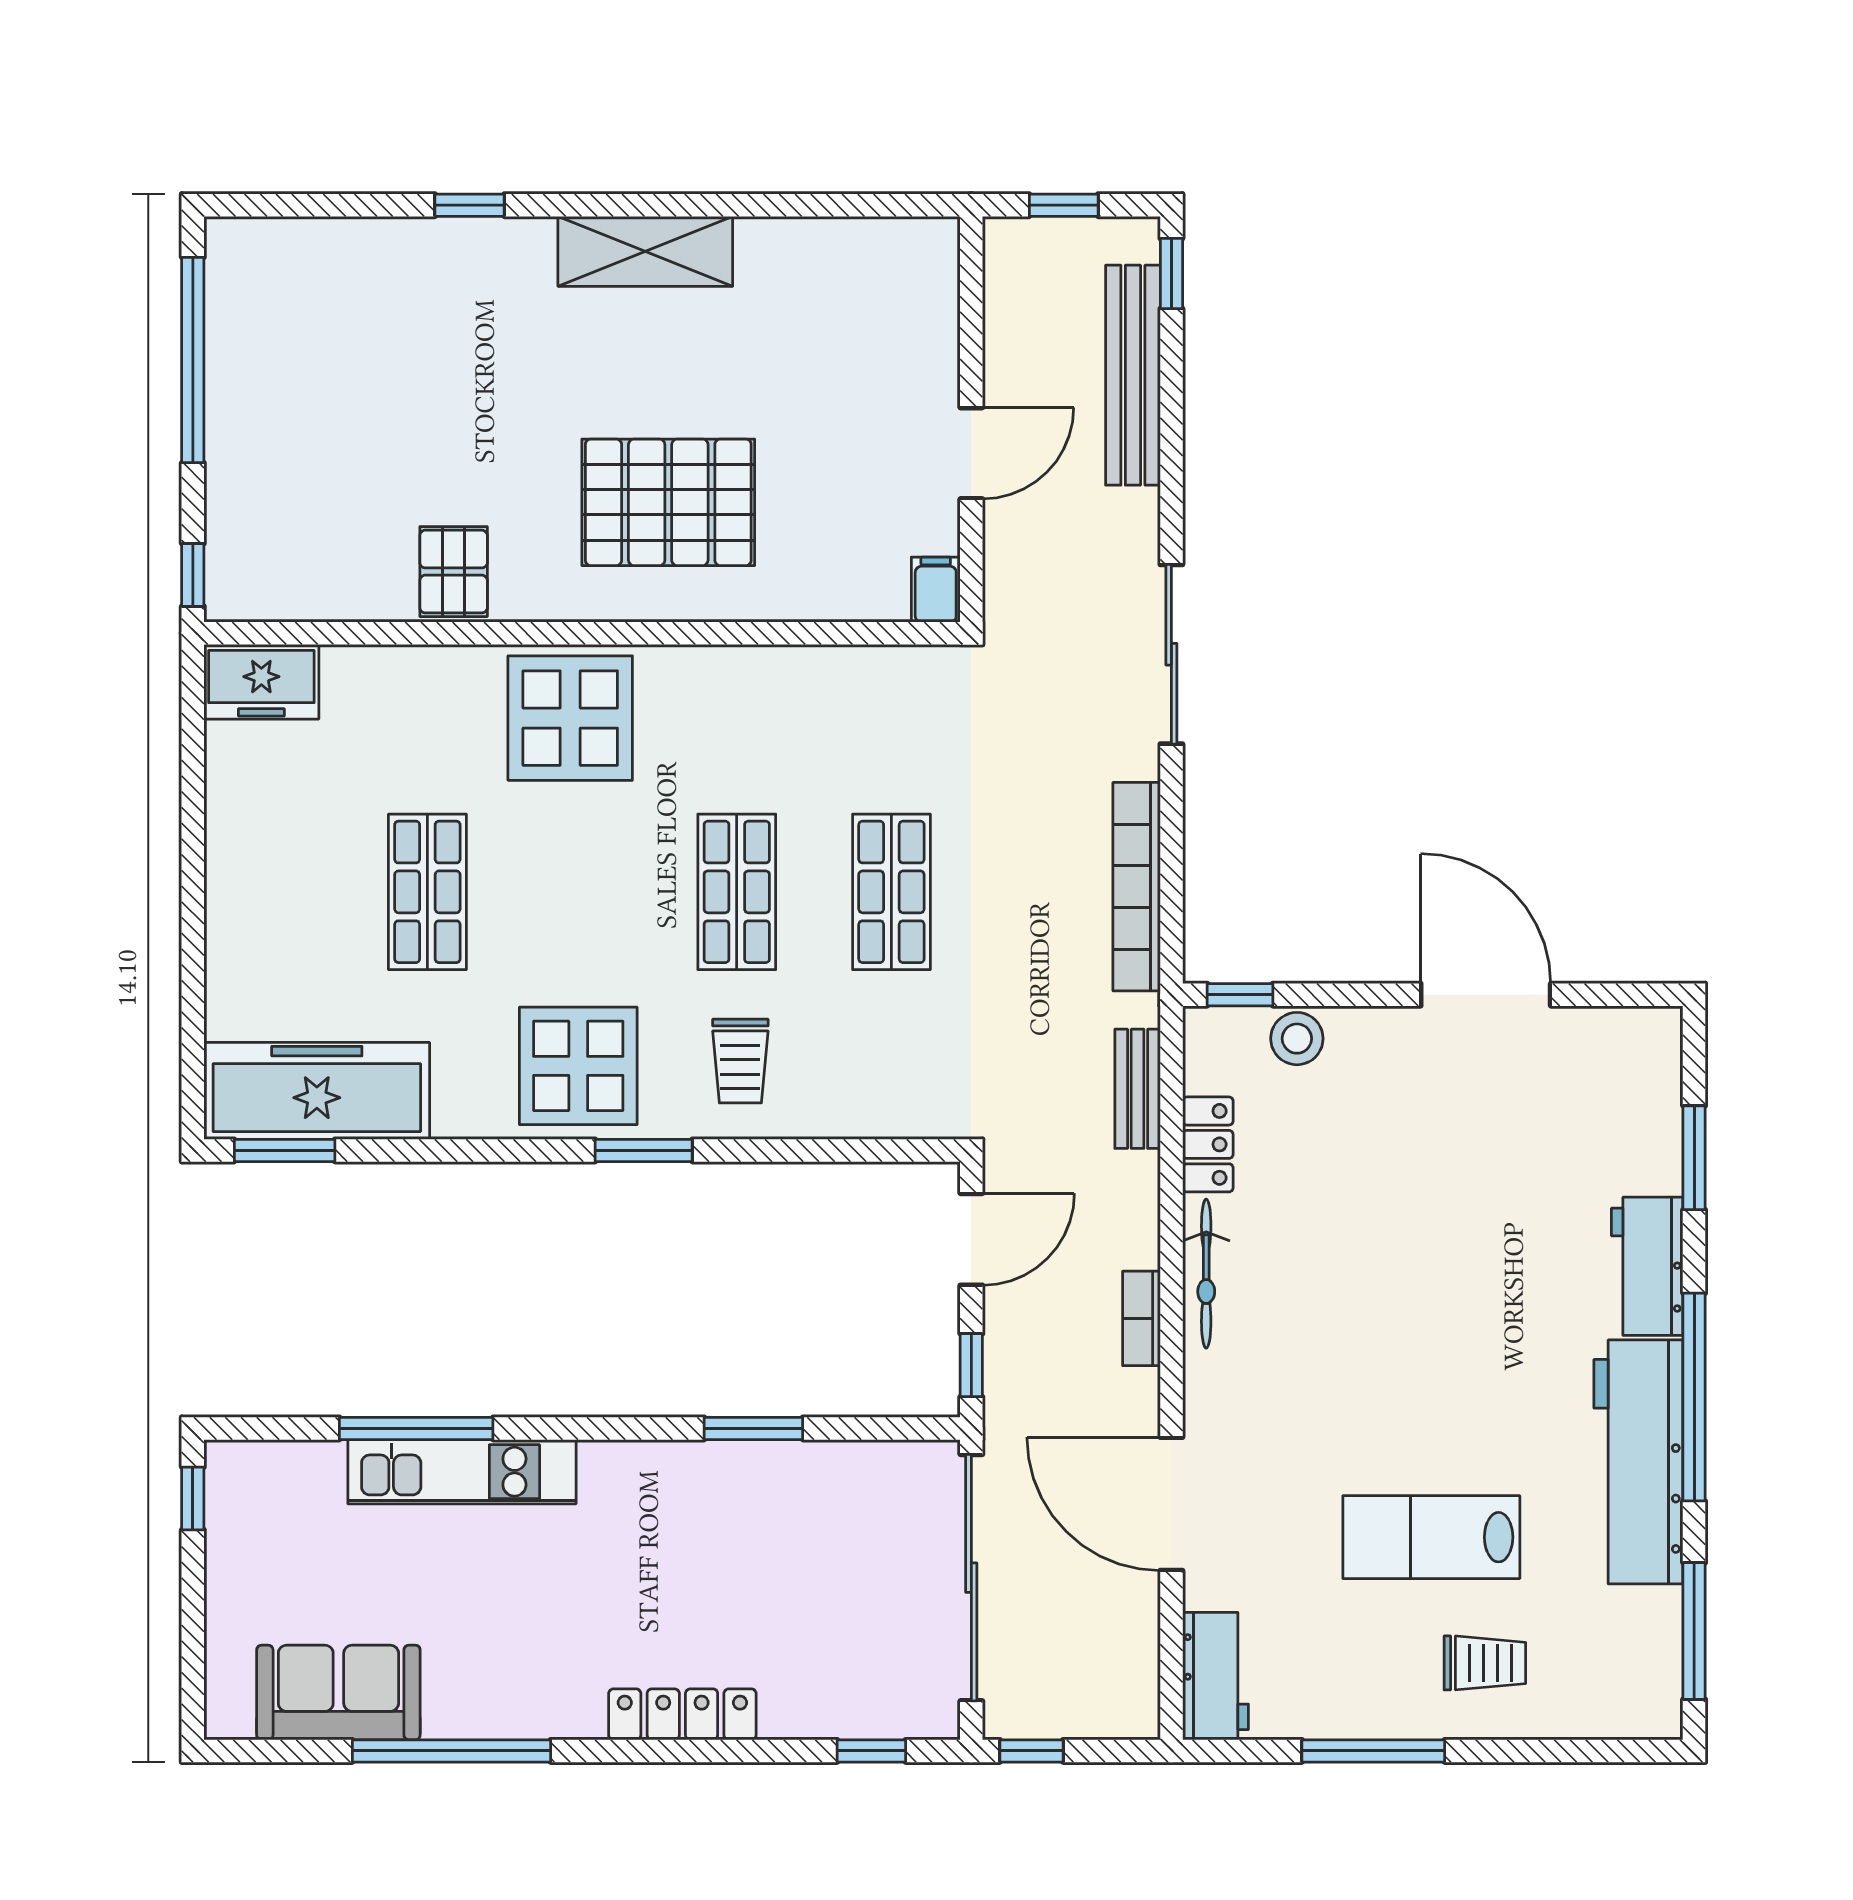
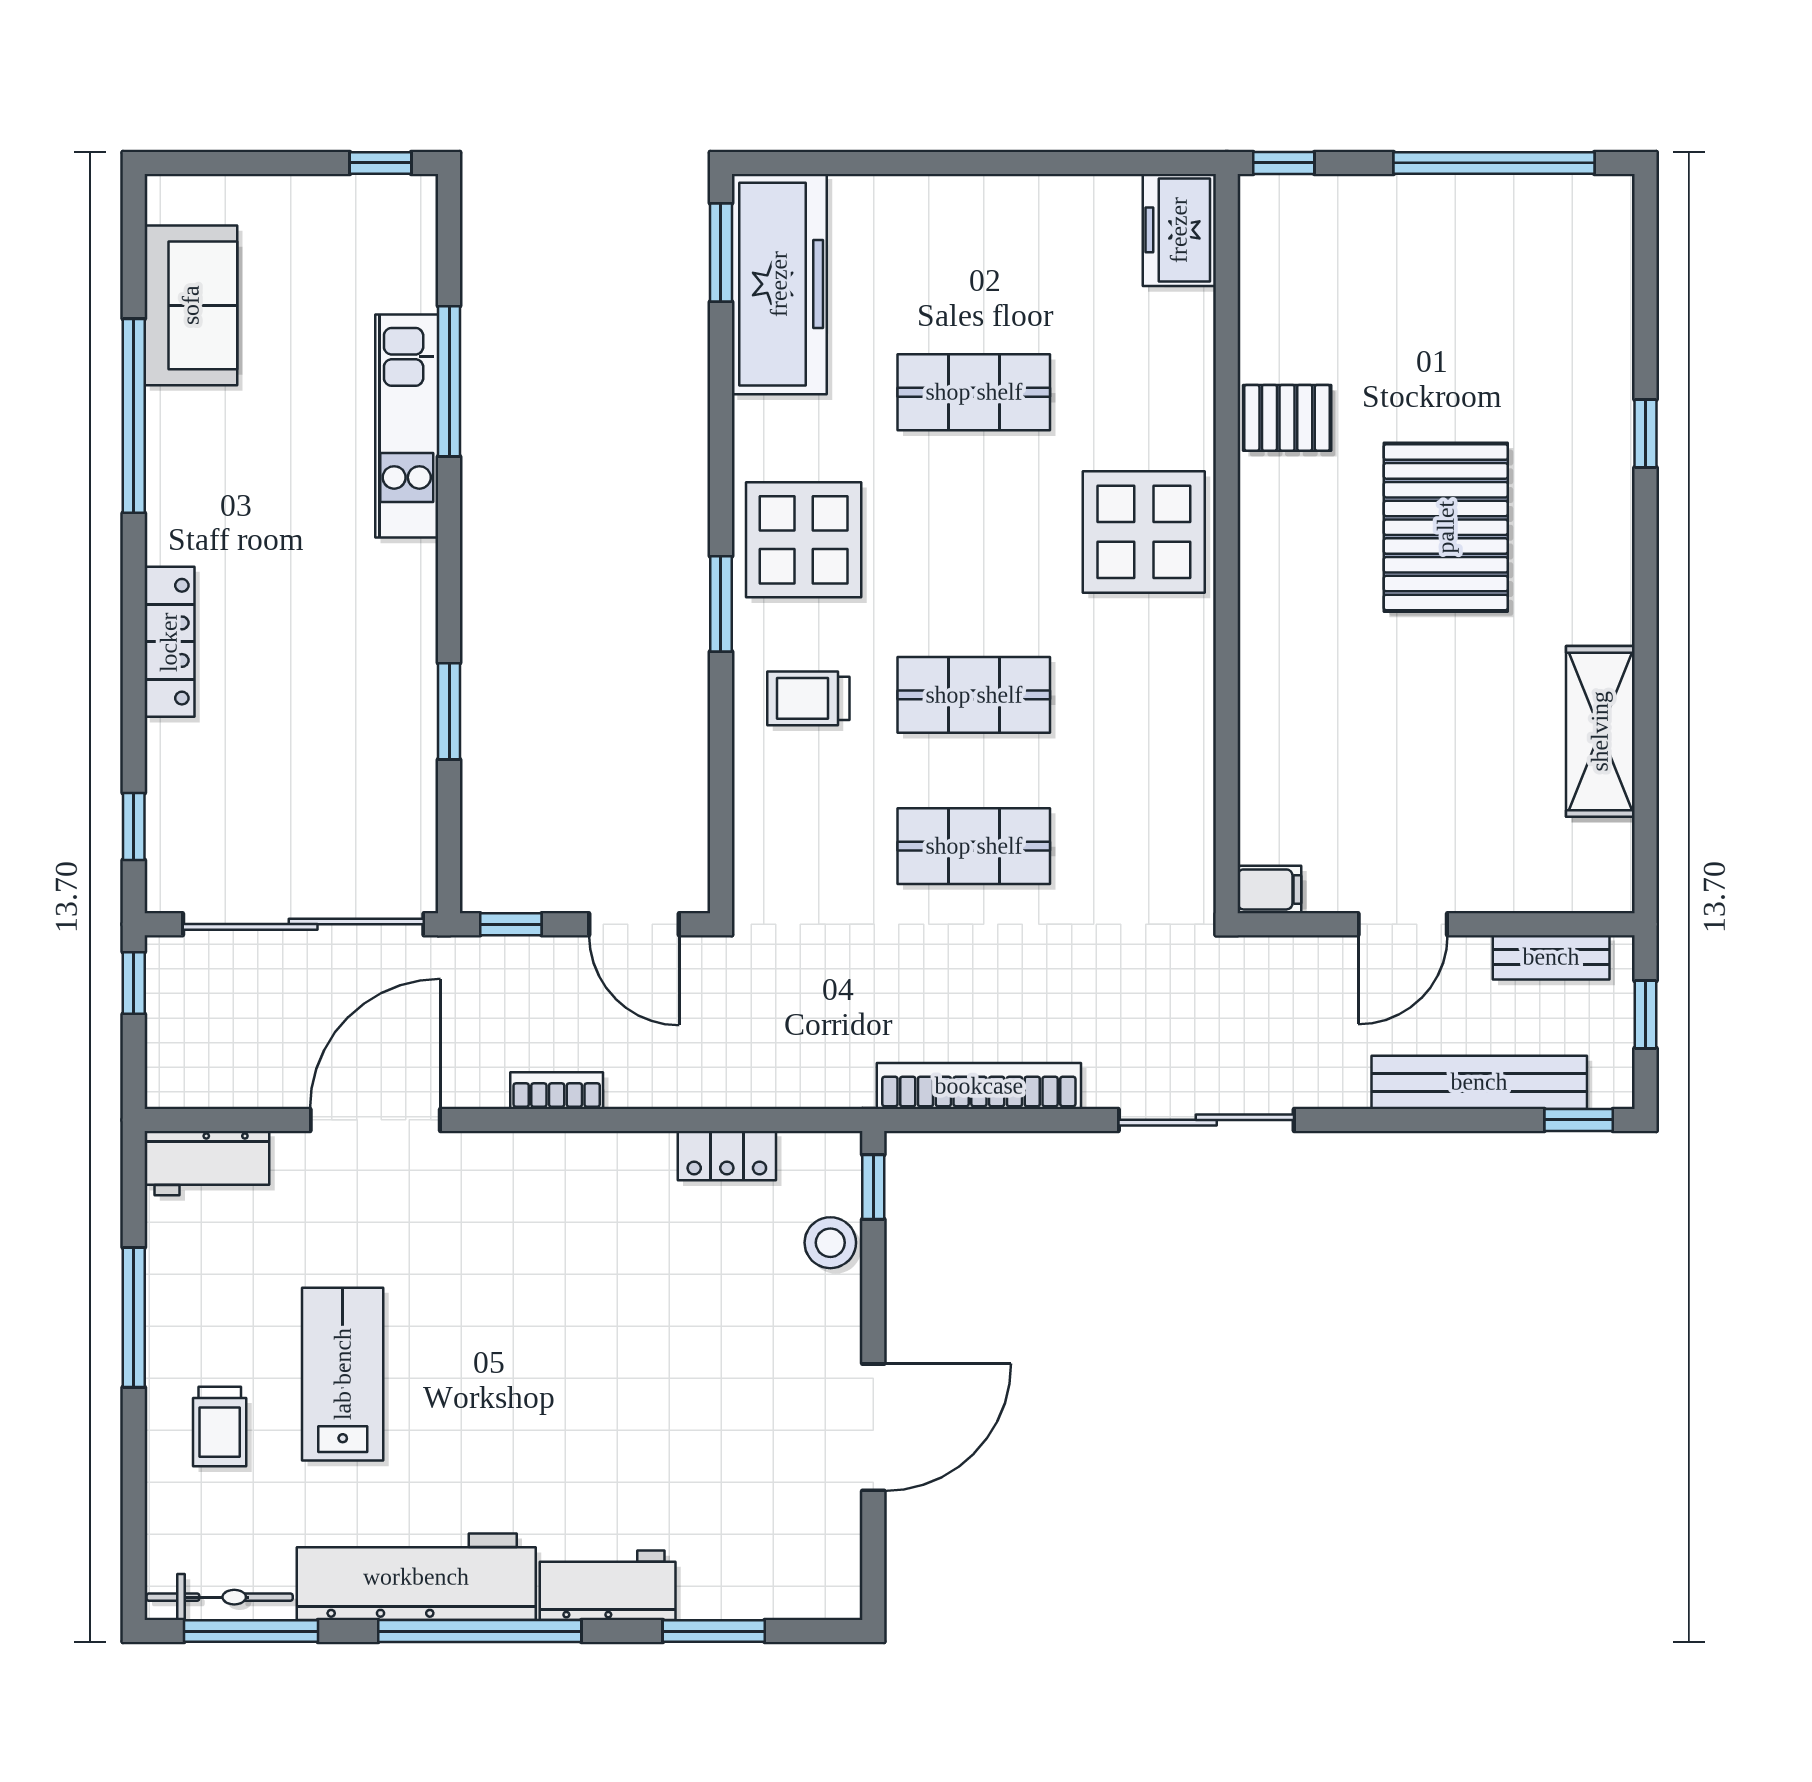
shelving: (645, 251) -> (1600, 731), moved
door: (971, 453) -> (1403, 924), hinge flipped
pallet: (668, 502) -> (1446, 527), moved
bench: (1138, 1089) -> (1551, 957), moved
bicycle: (1206, 1274) -> (220, 1597), moved, turned 180

